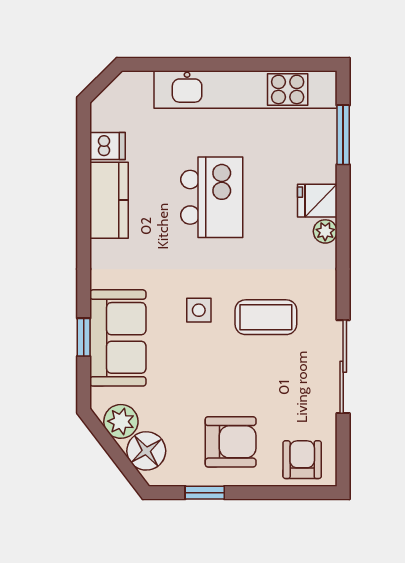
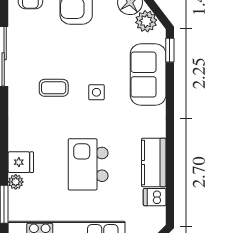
plant: (325, 231) -> (16, 182), moved
coffee table: (266, 317) -> (54, 88), width x0.73, depth x0.77
window: (84, 337) -> (170, 50), moved

